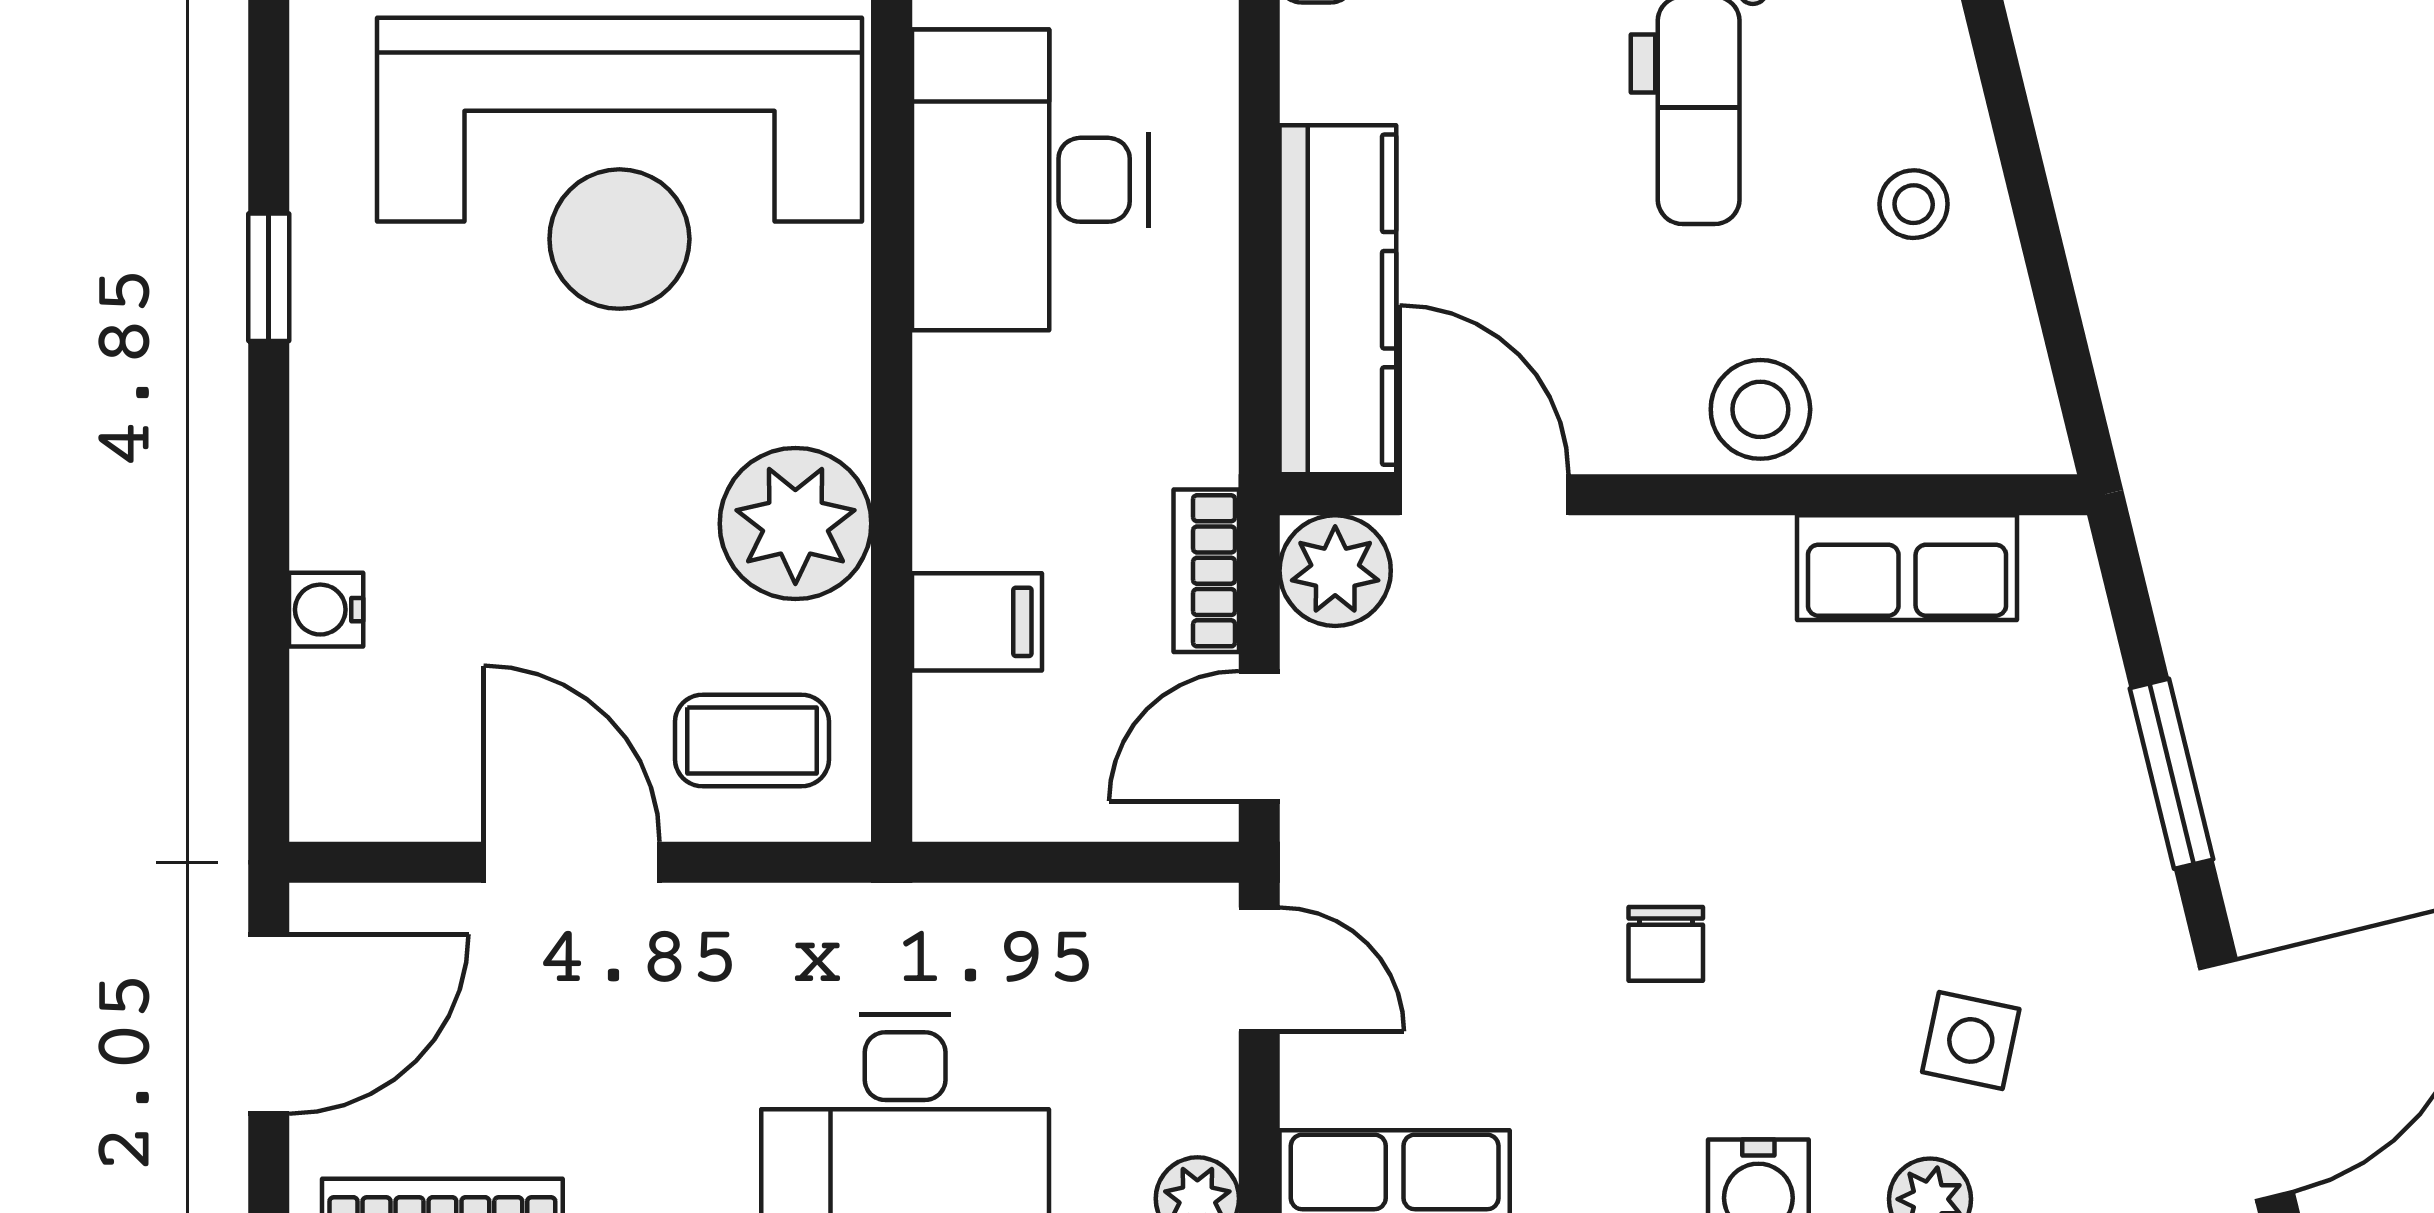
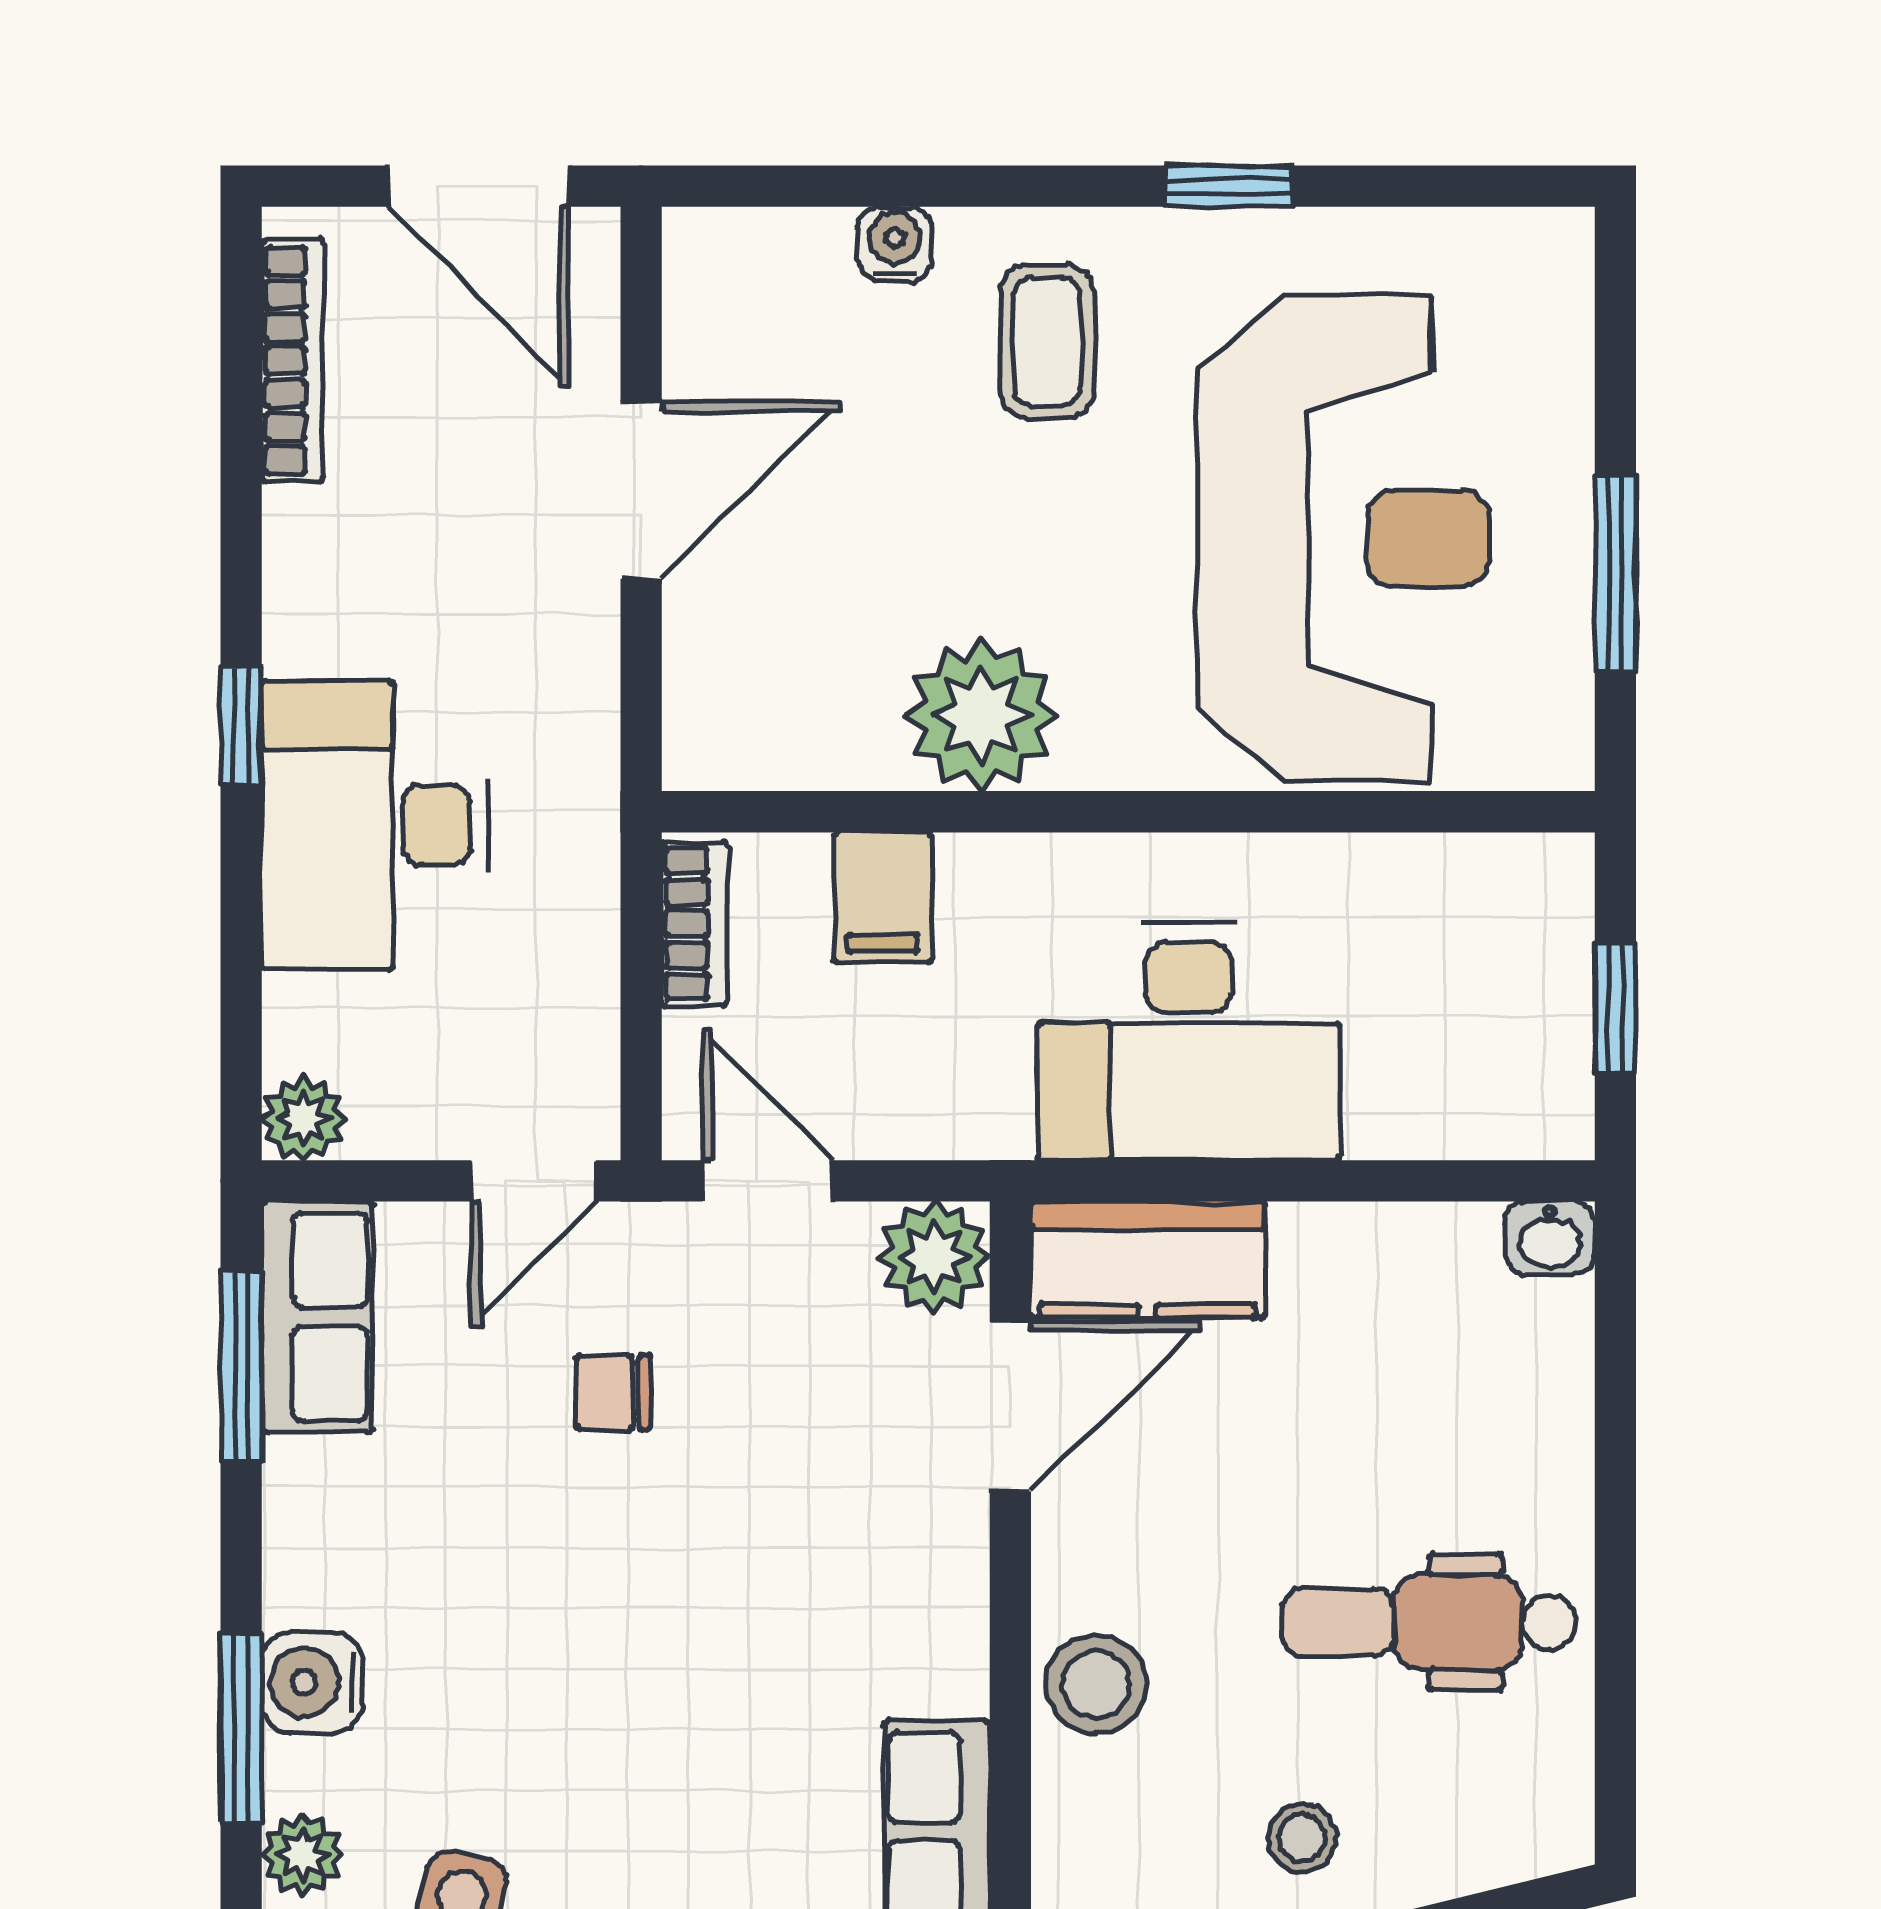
reception desk: (619, 163) -> (1343, 538), turned 180
desk: (1030, 180) -> (1189, 1042), moved, turned 180
kitchen counter: (1338, 300) -> (1148, 1260), width x0.67
bookcase: (1206, 571) -> (694, 924), moved, turned 90
coffee table: (752, 741) -> (1047, 342), moved
chair: (1666, 944) -> (613, 1392), moved

